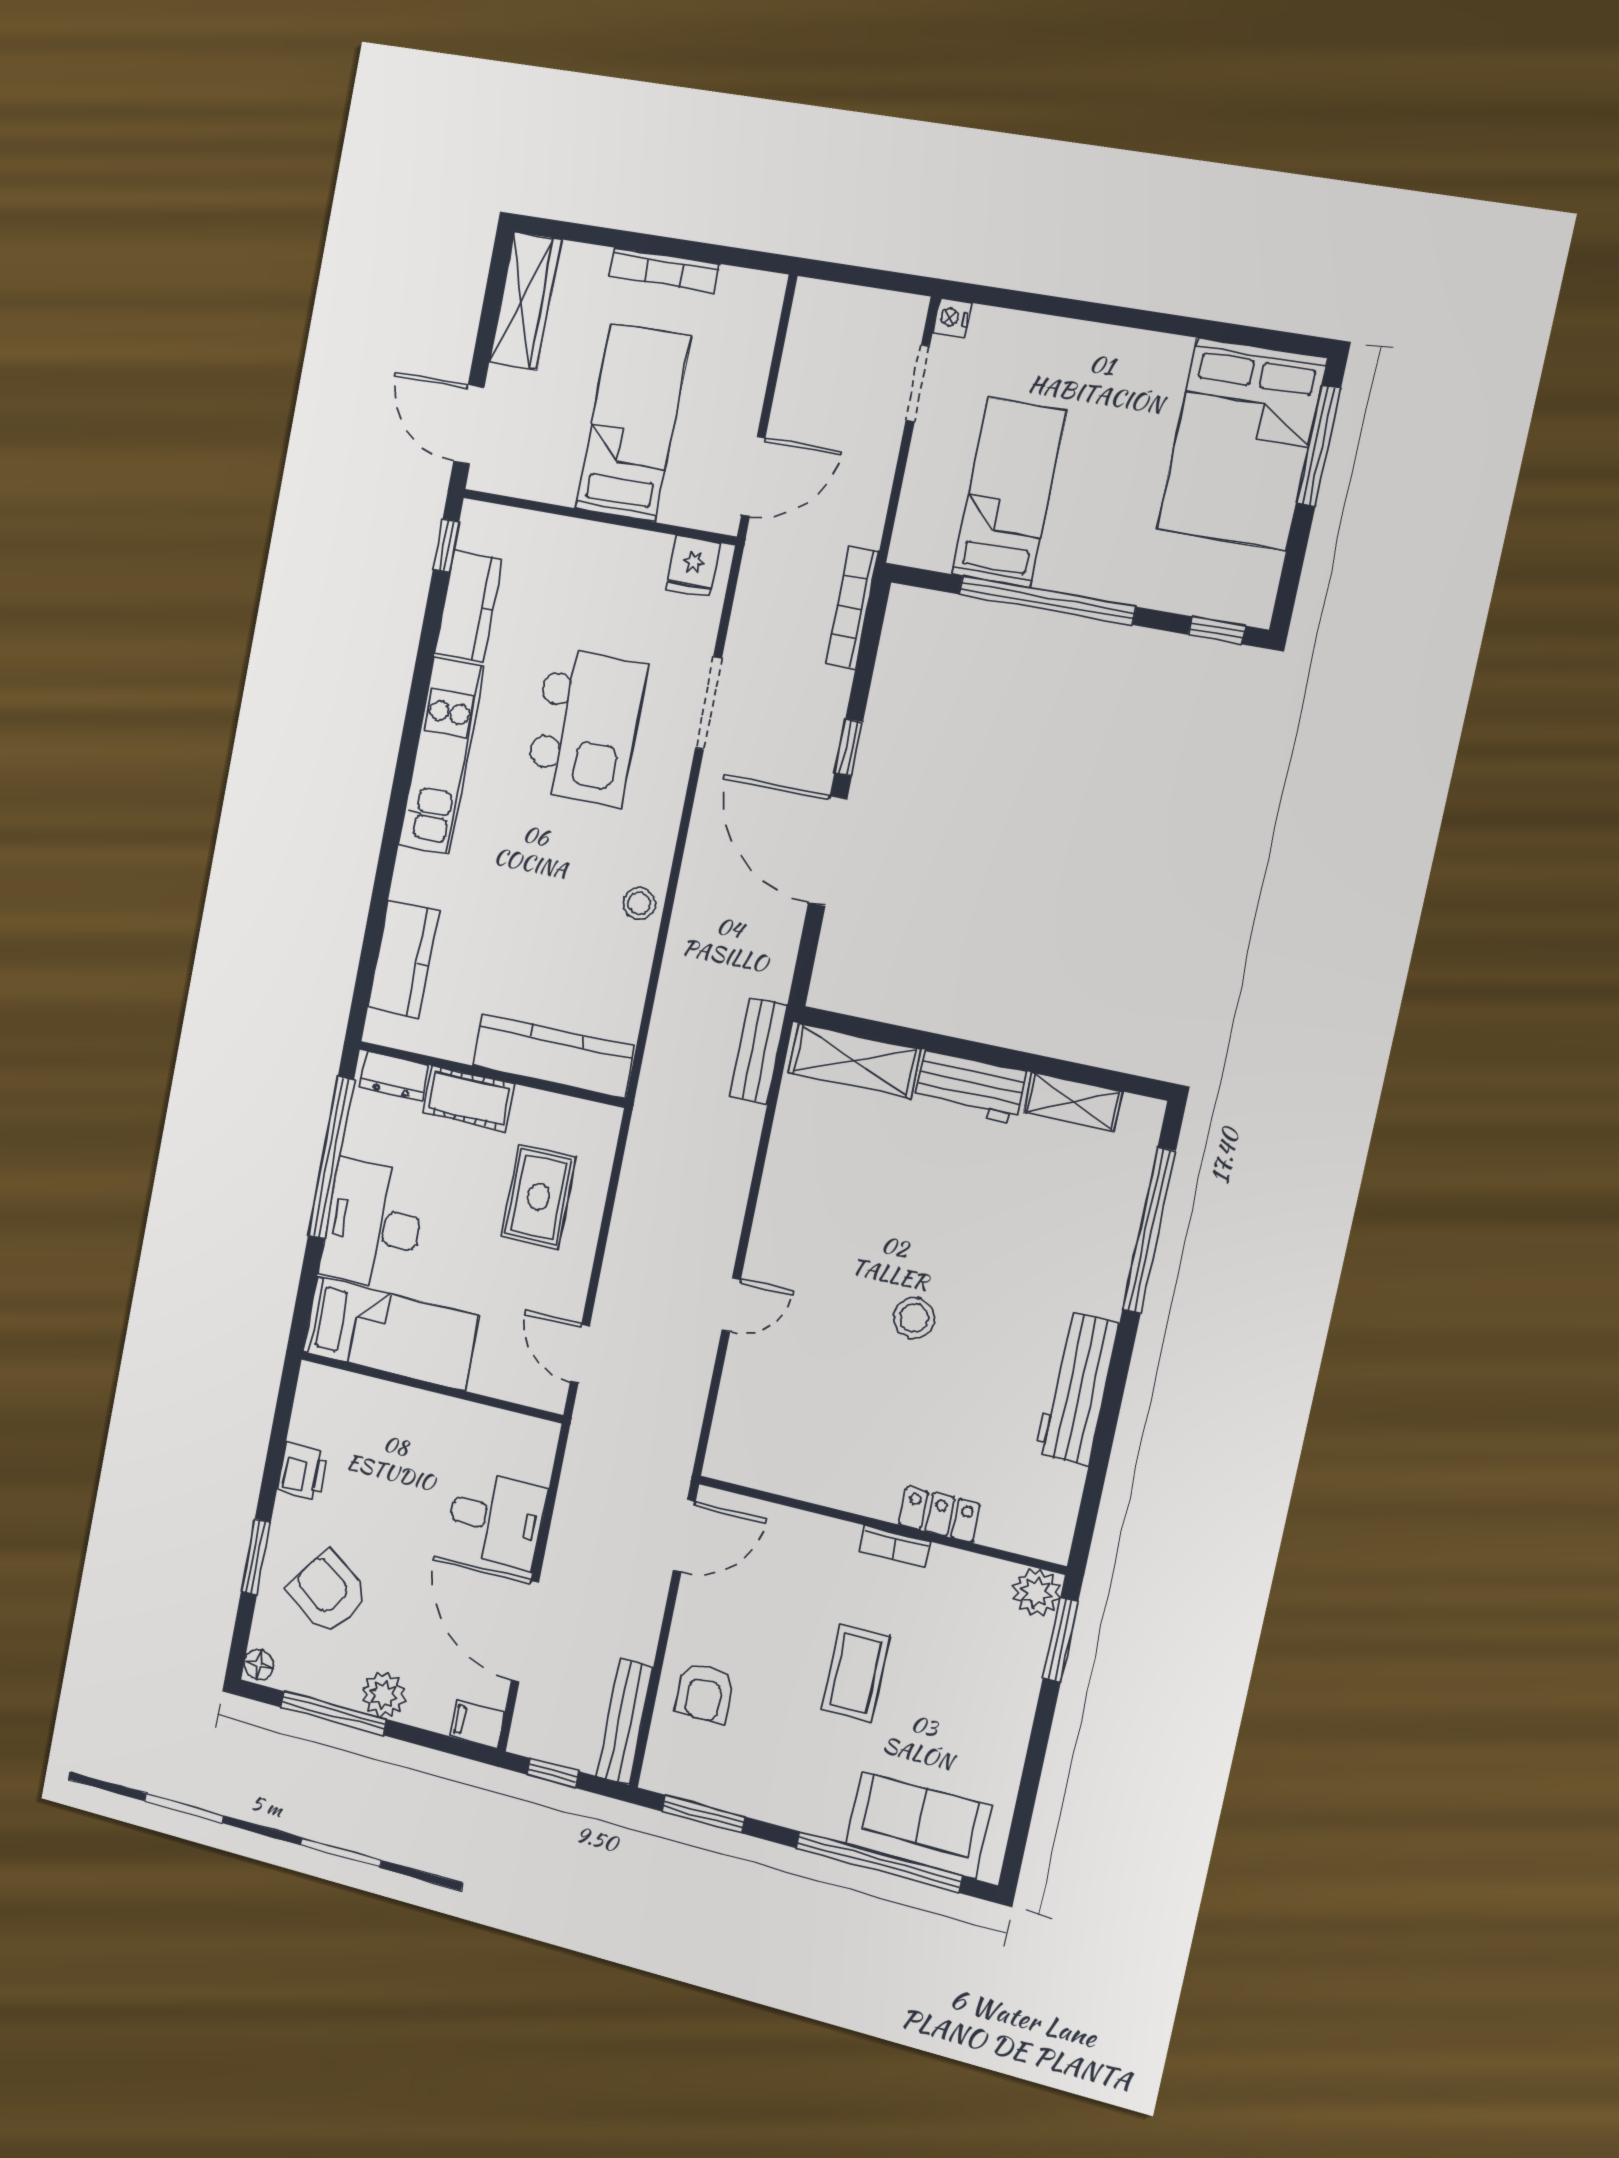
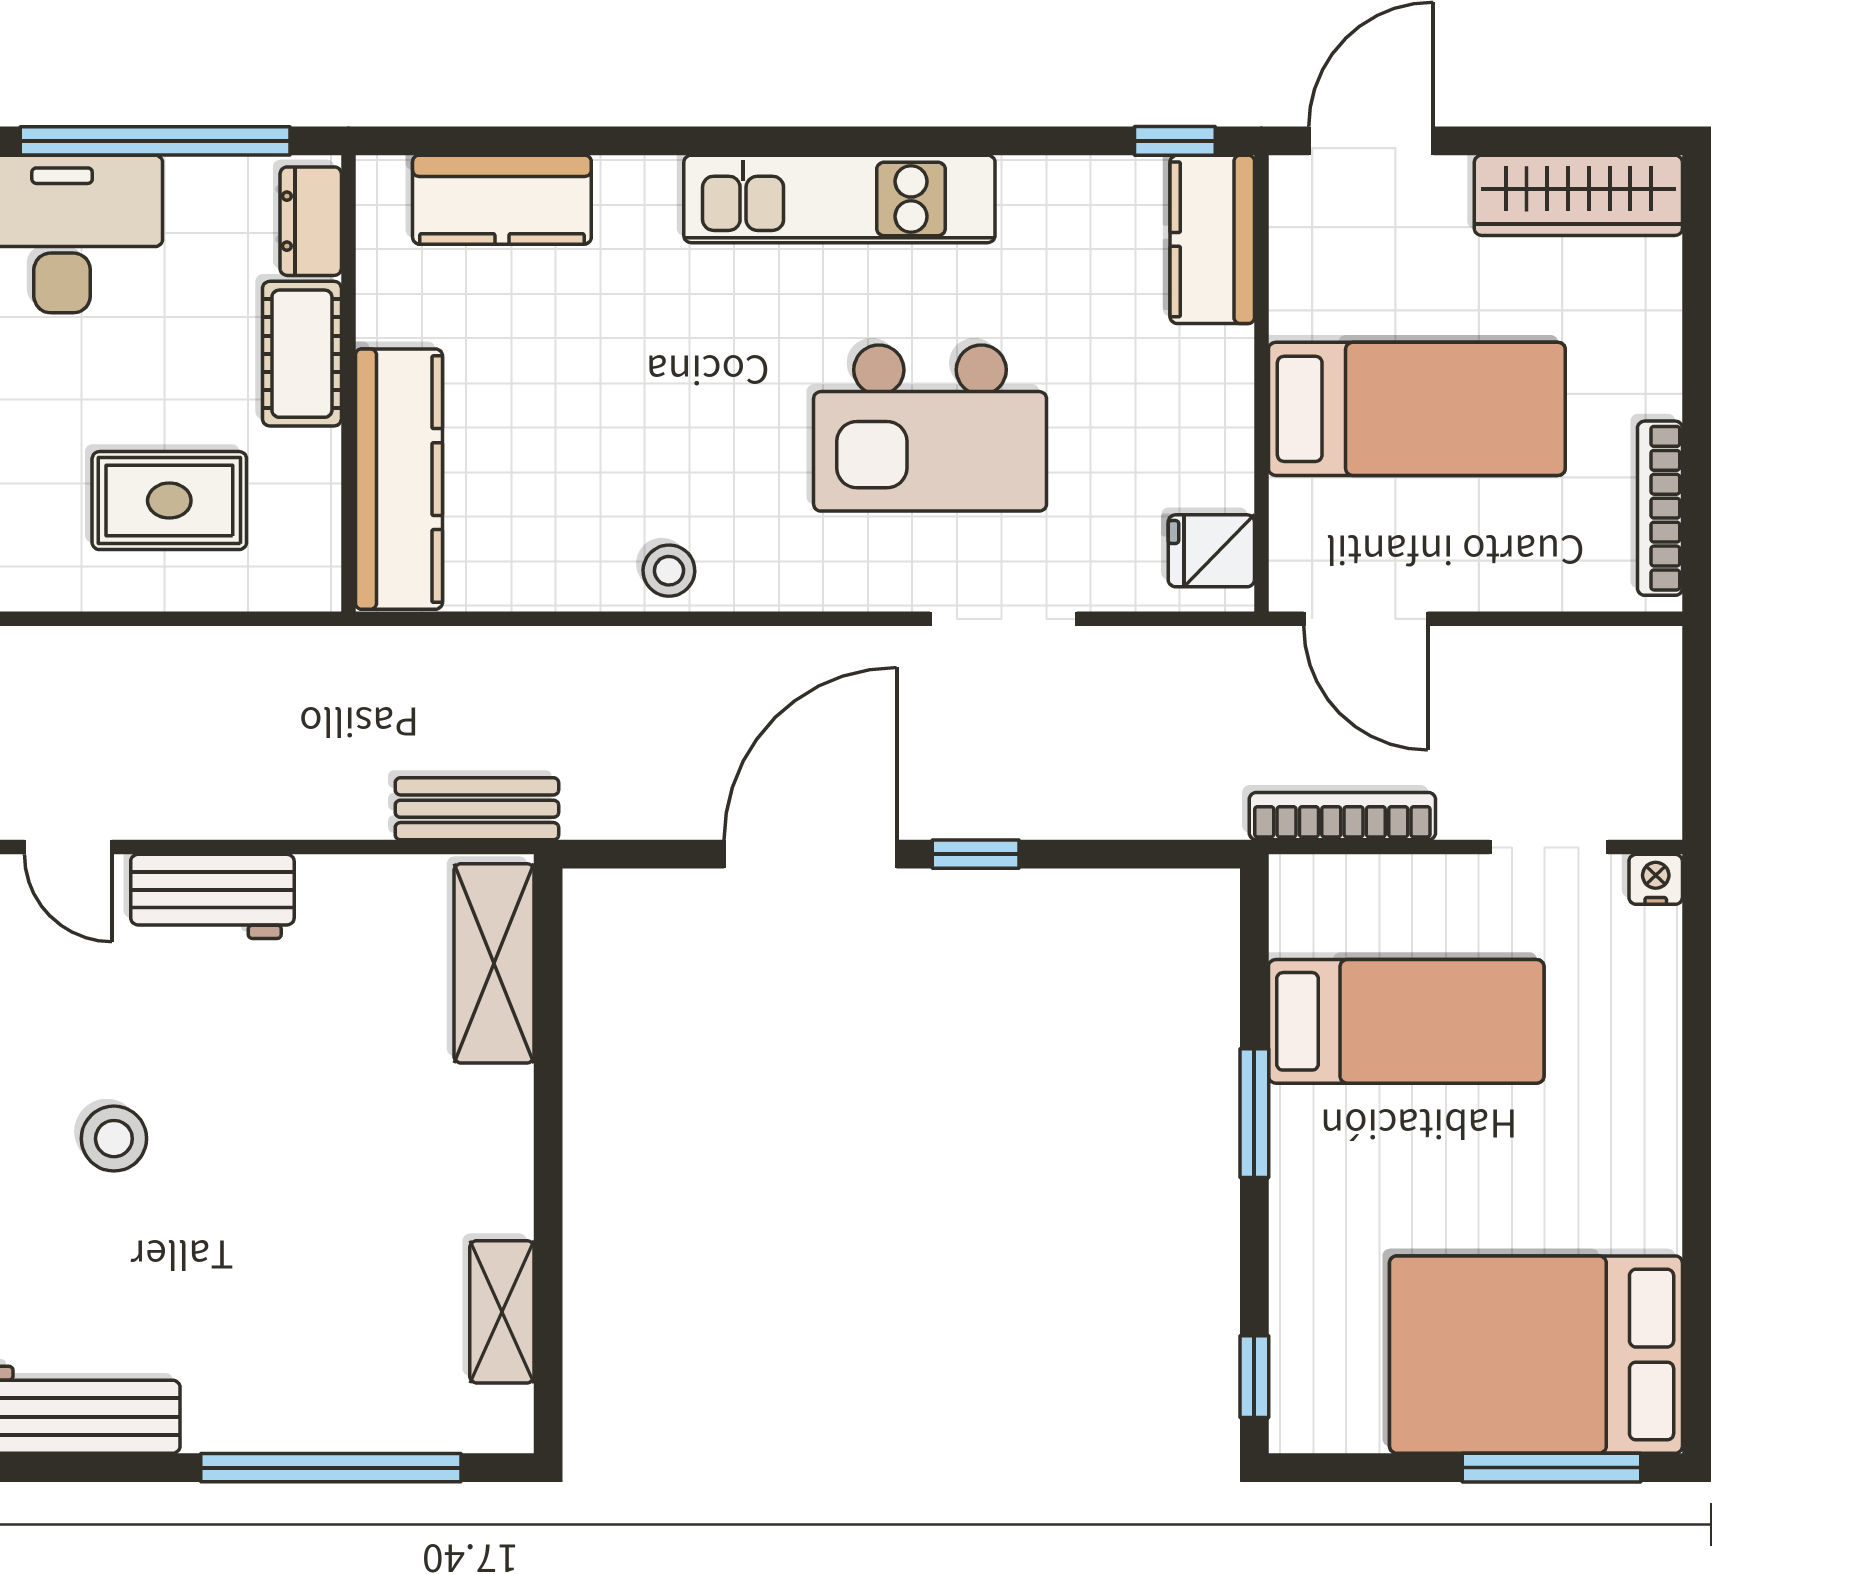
bookcase: (664, 270) -> (1660, 508), moved
window: (1047, 600) -> (1254, 1113), width x0.47
kitchen counter: (469, 606) -> (1212, 239), moved, turned 90
bookcase: (853, 608) -> (1342, 816), moved
workbench: (970, 1087) -> (212, 896), moved, turned -90

